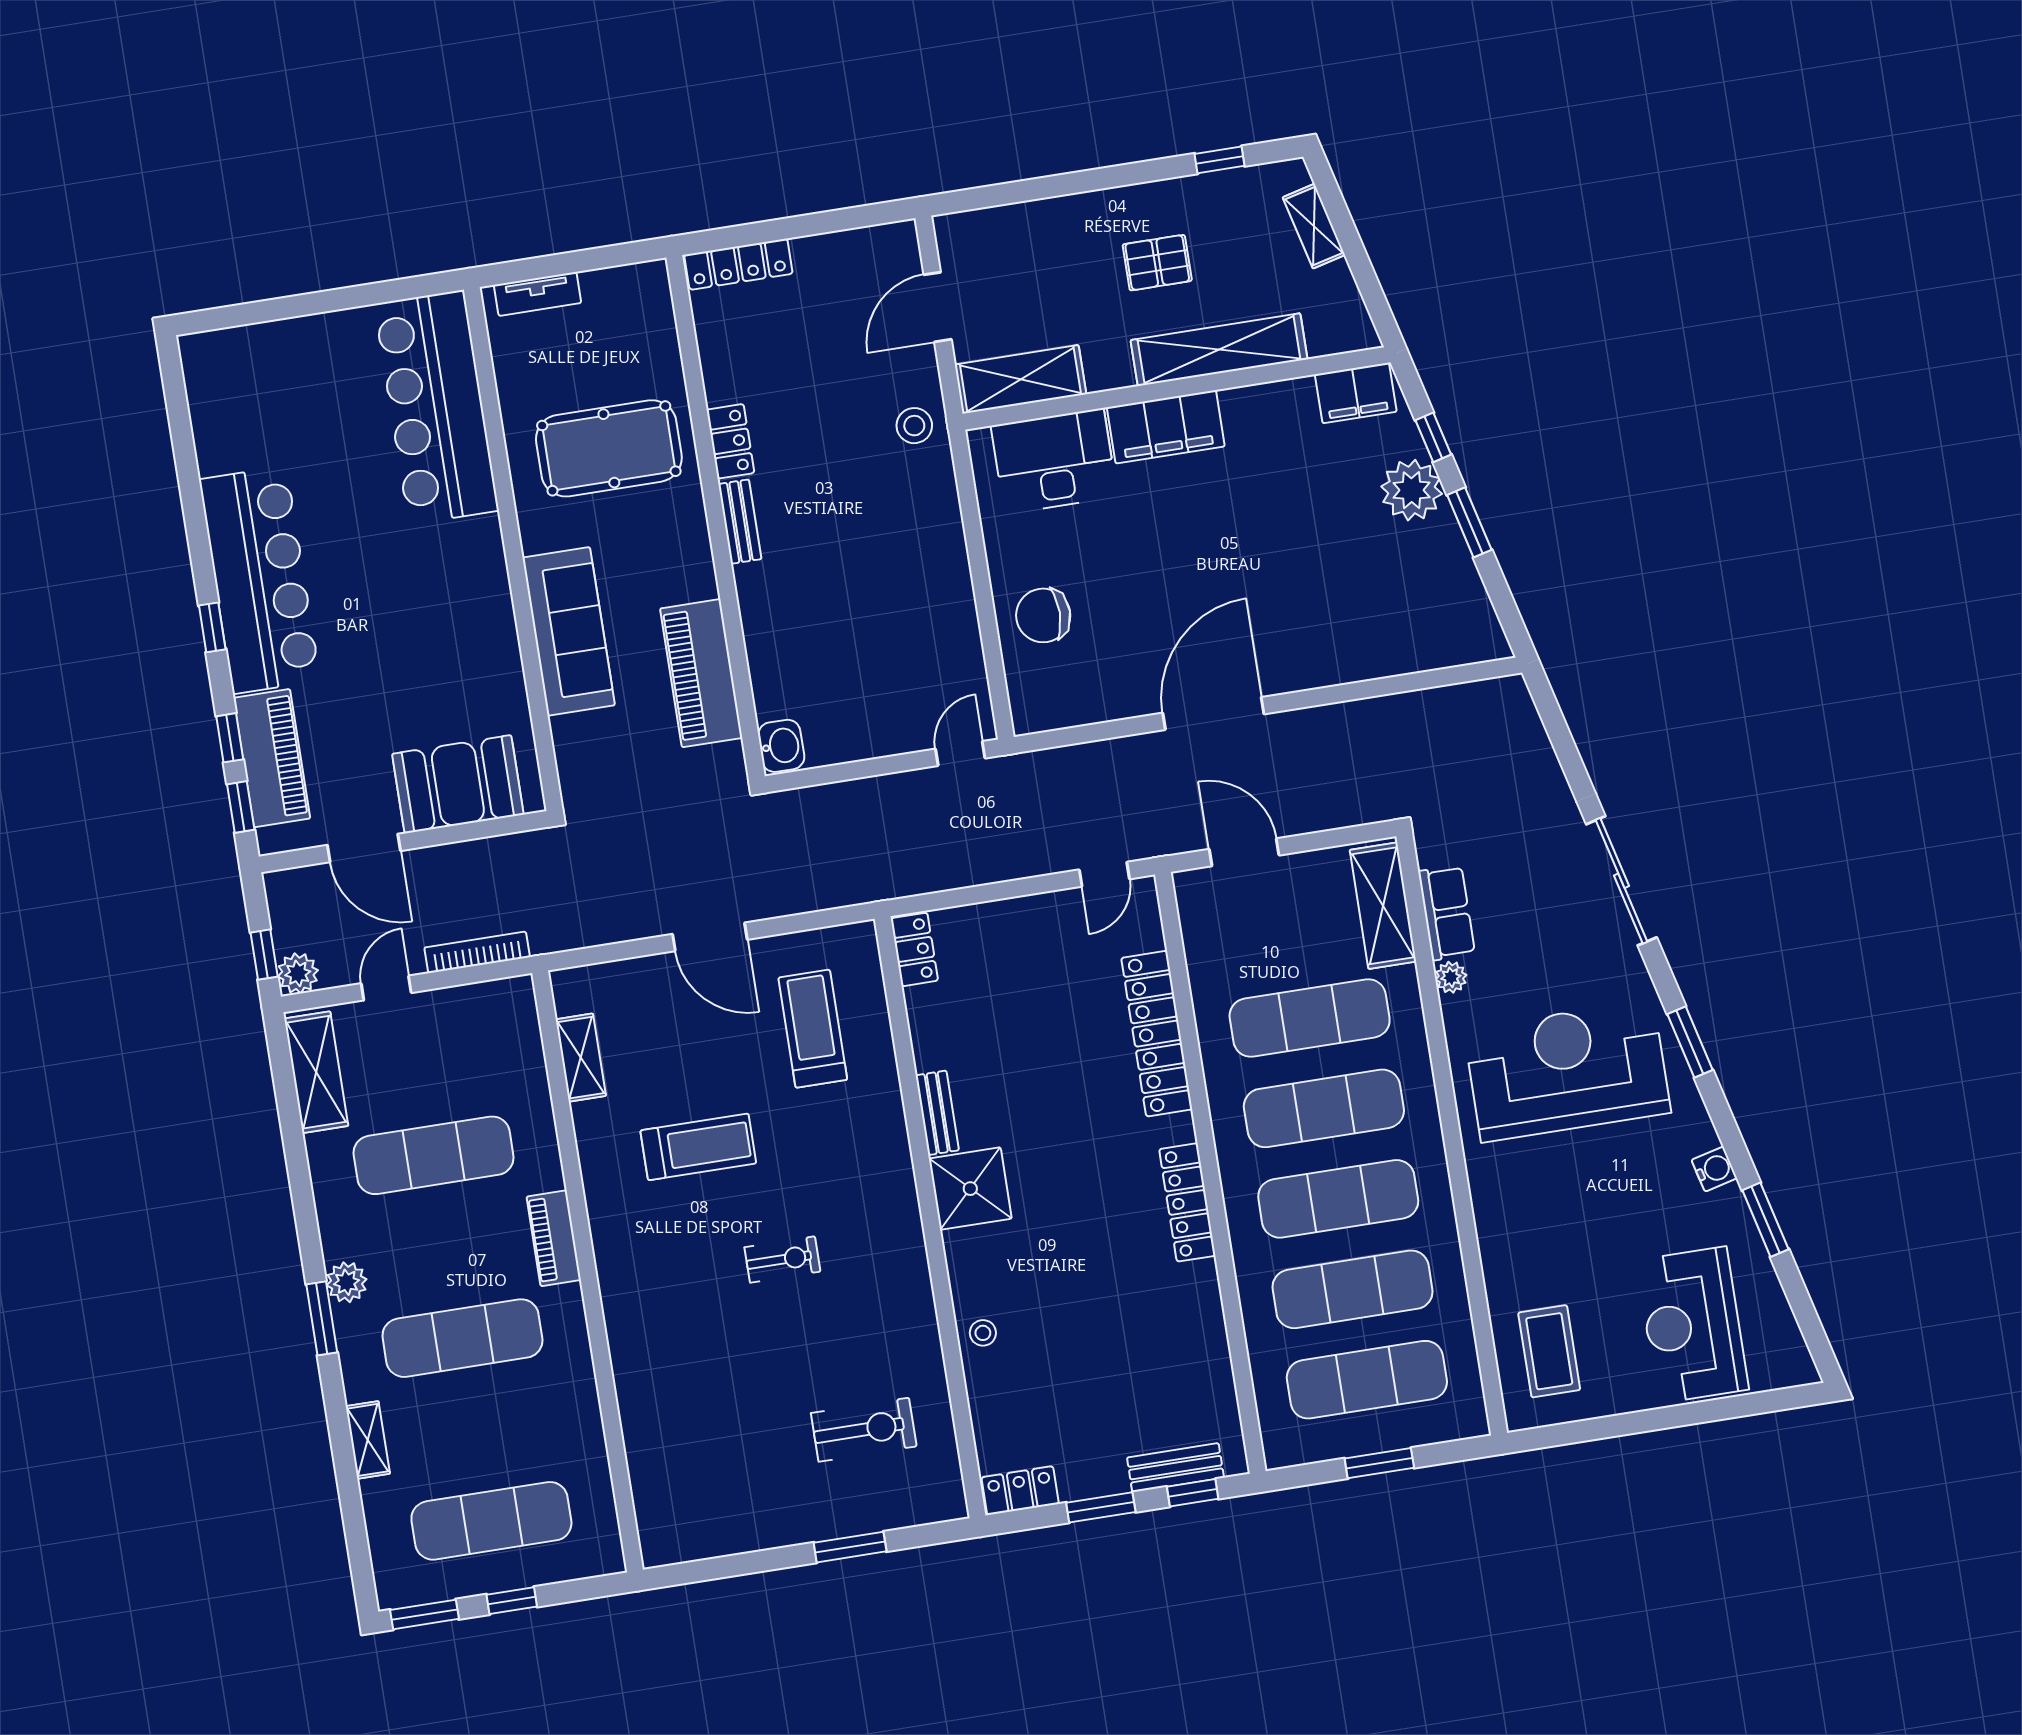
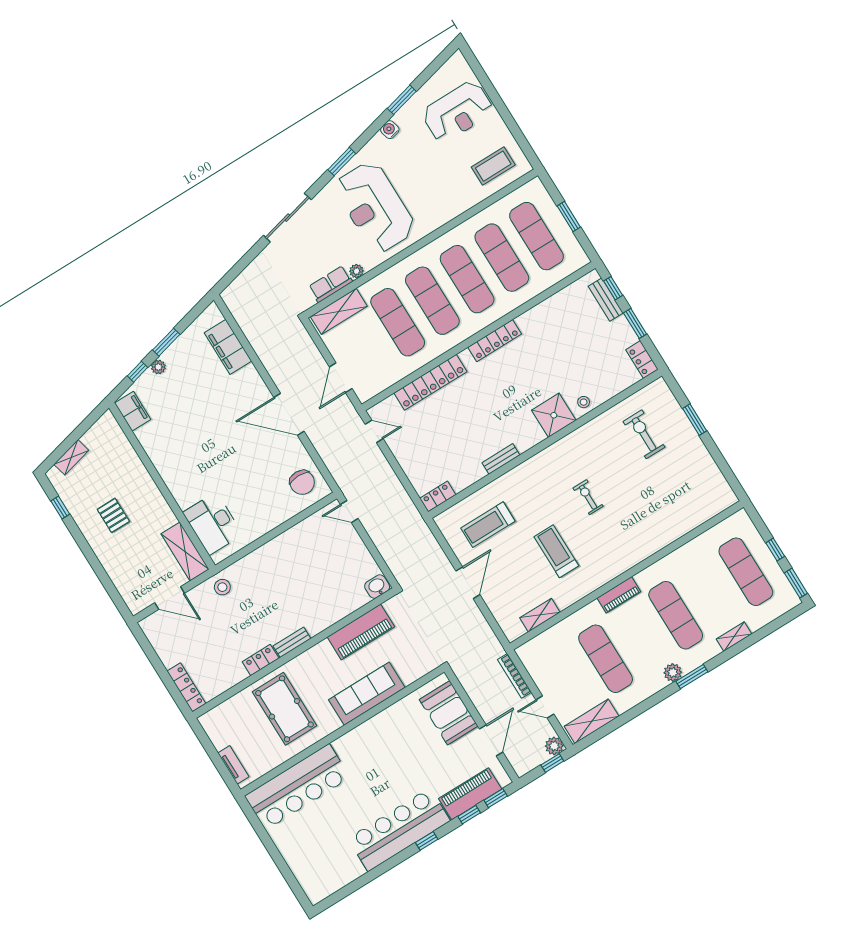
shelving: (1219, 350) -> (138, 475), removed
filing cabinet: (1166, 427) -> (228, 347), moved, turned 180
plant: (1412, 490) -> (158, 367), width x0.53, depth x0.53
chair: (1043, 615) -> (302, 482), moved
shower: (970, 1189) -> (554, 415), moved

